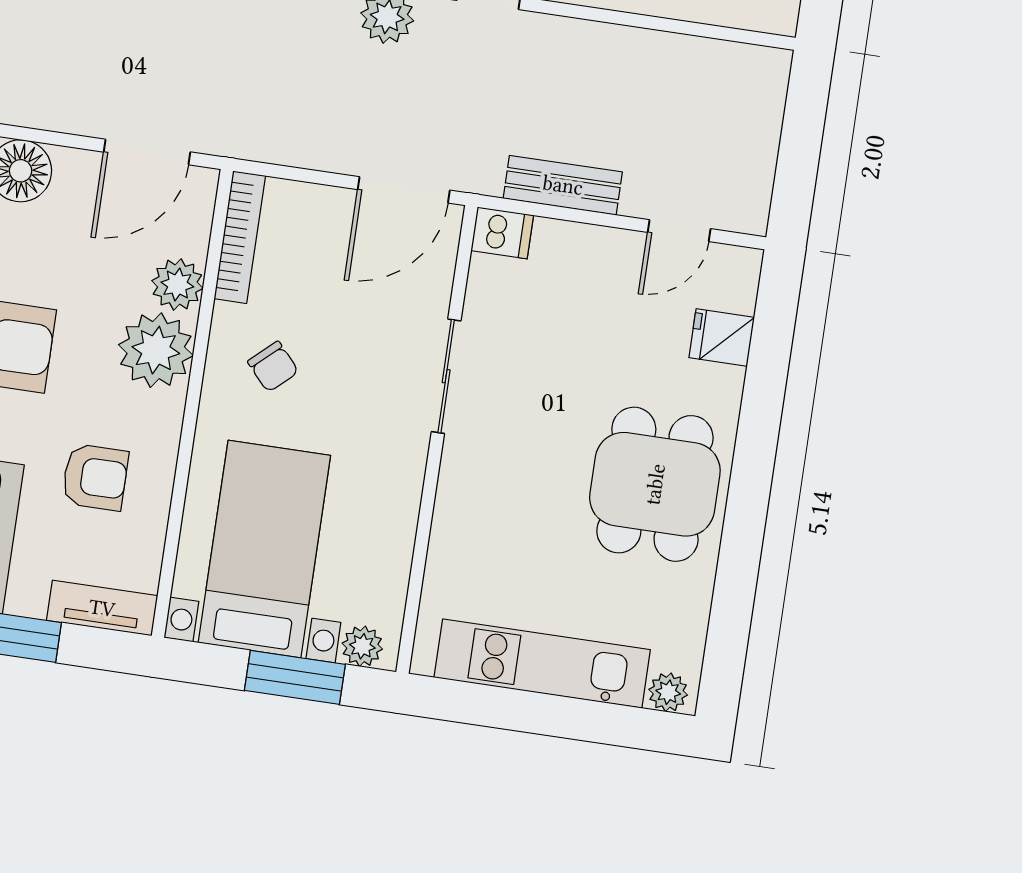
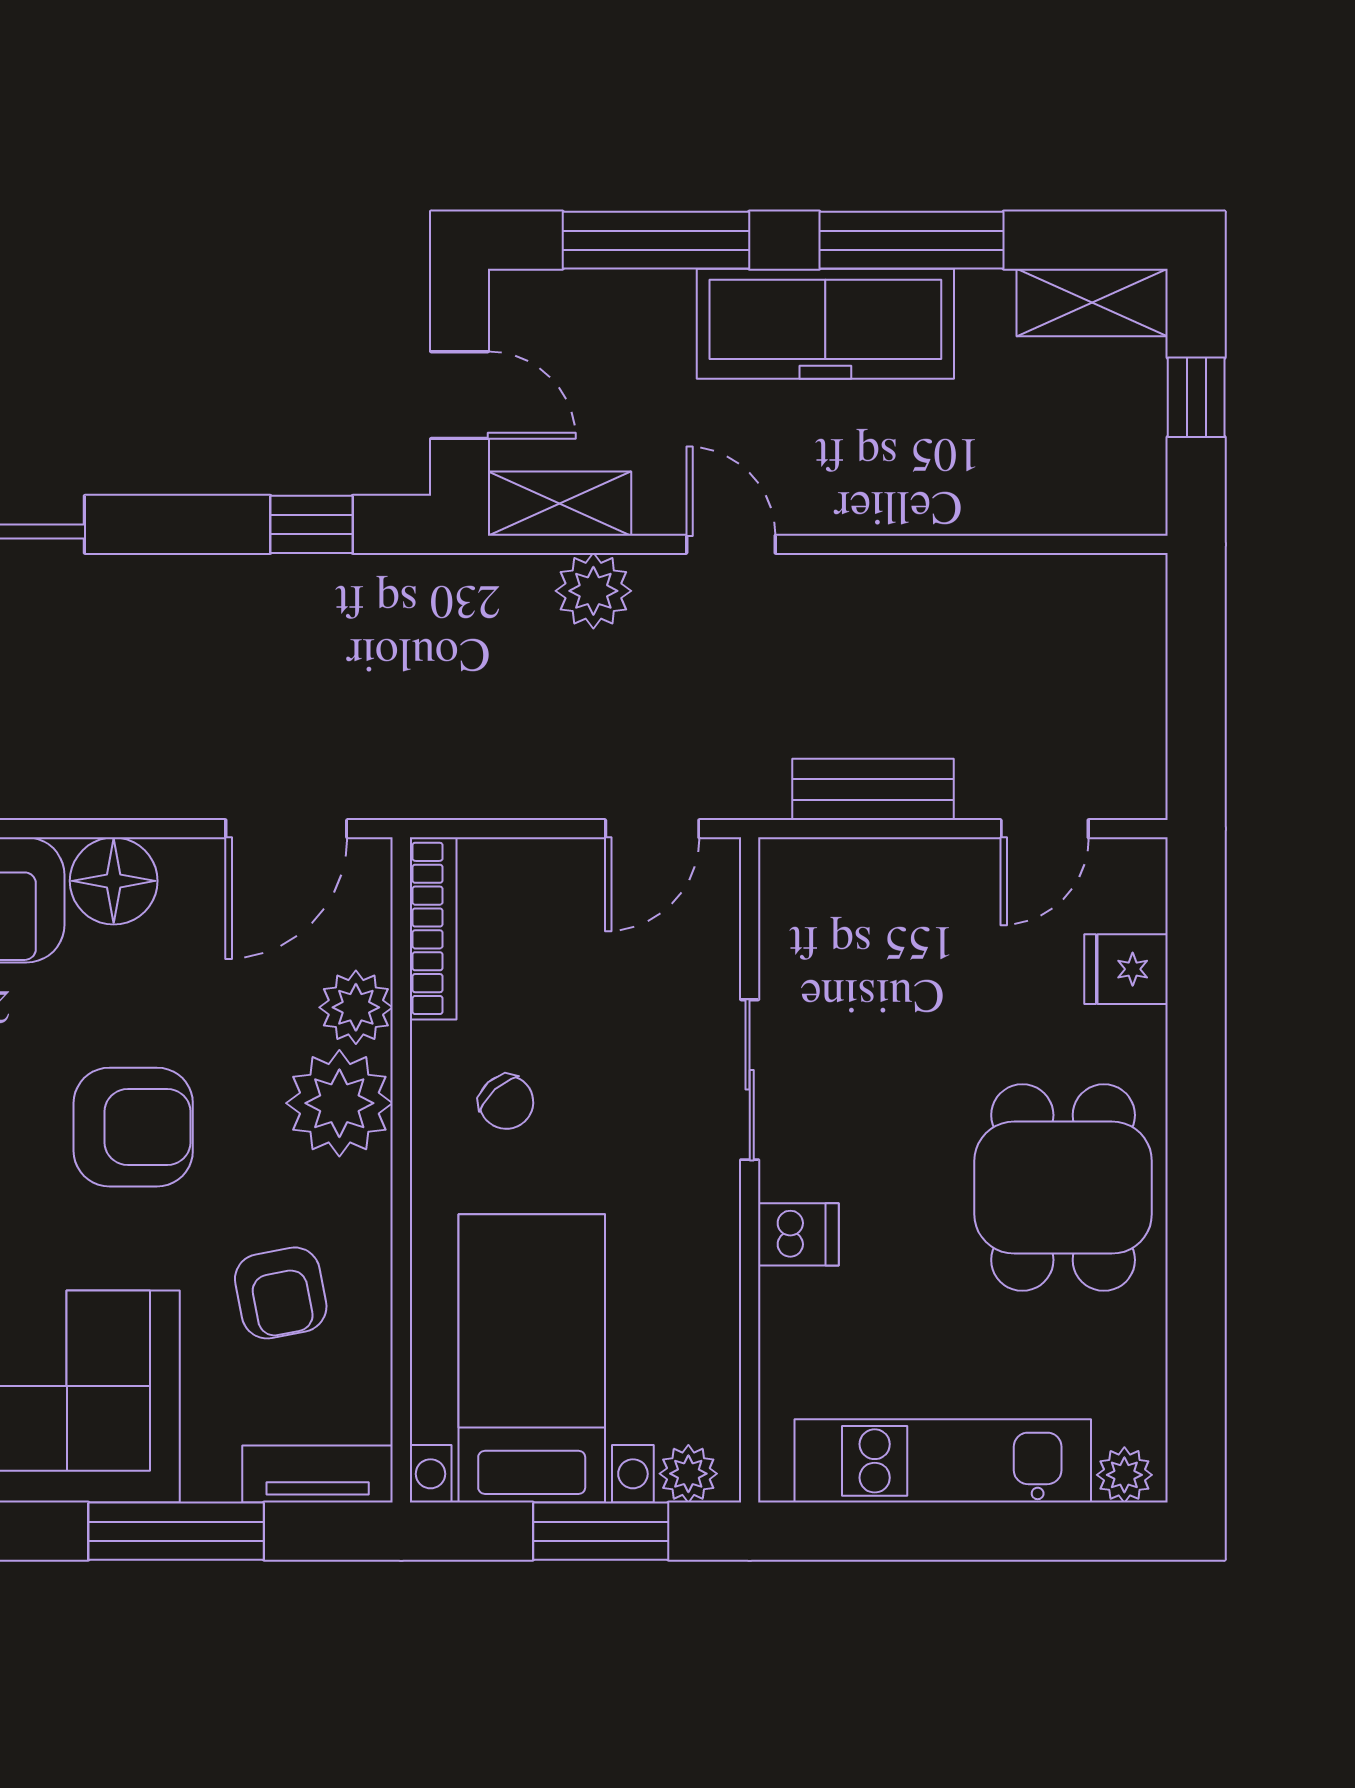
door: (404, 190) -> (652, 829), width x0.73
dishwasher: (502, 233) -> (798, 1234), moved
armchair: (95, 477) -> (281, 1293), turned 79

